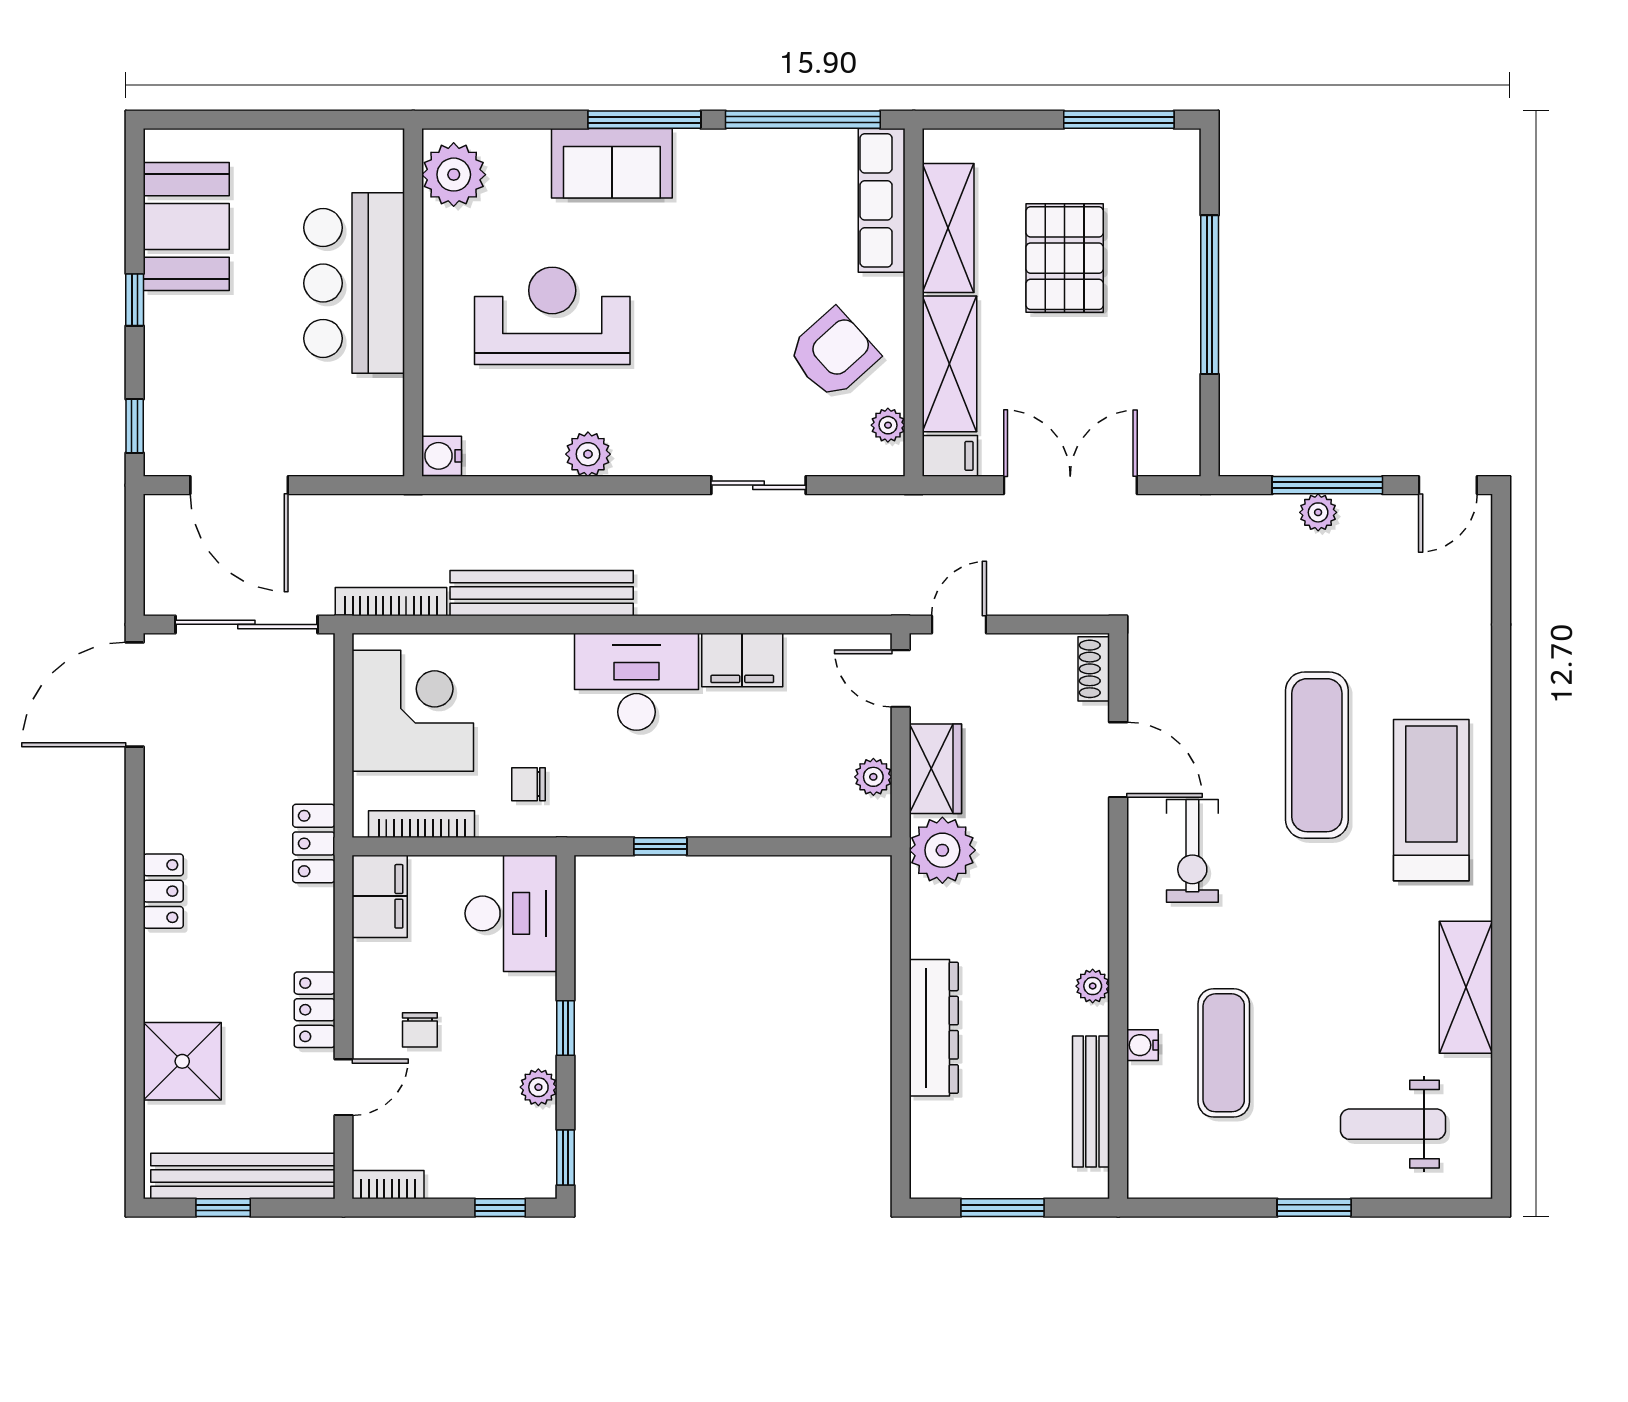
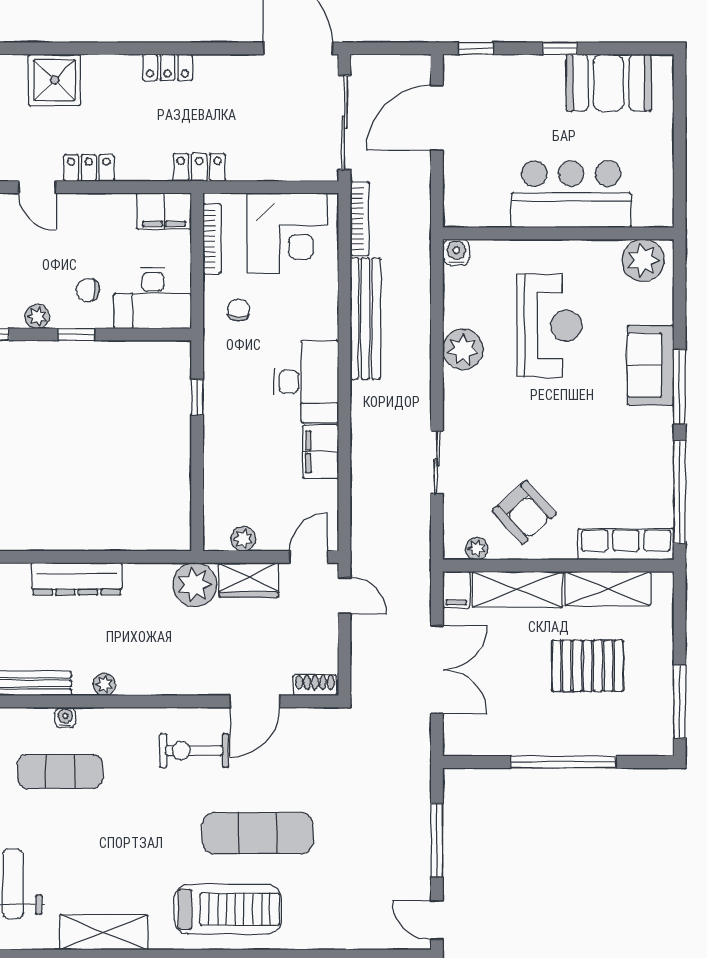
plant: (588, 454) -> (463, 349), width x1.36, depth x1.36
plant: (1318, 512) -> (419, 834), removed
chair: (420, 1030) -> (88, 290), moved

